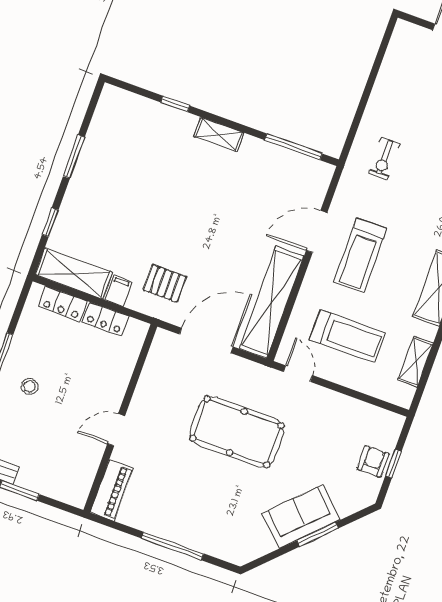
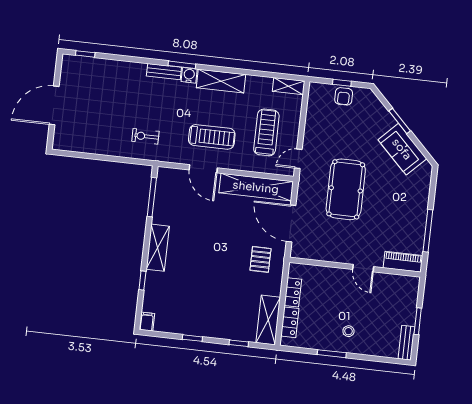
shelving: (219, 134) -> (158, 248), width x1.50, depth x1.33
window: (74, 157) -> (192, 338), width x0.67
exercise bike: (384, 159) -> (145, 136), turned 180
filing cabinet: (119, 291) -> (147, 322), moved, turned 90
shelving: (416, 362) -> (289, 86), moved
armchair: (373, 461) -> (344, 96), turned -90
sofa: (301, 517) -> (402, 149), moved
window: (173, 546) -> (428, 231), moved

